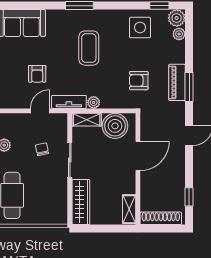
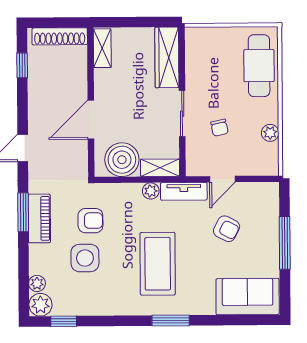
side table: (140, 28) -> (85, 258), moved
coffee table: (89, 48) -> (158, 264), width x1.36, depth x1.32
armchair: (37, 74) -> (227, 229), turned 117

